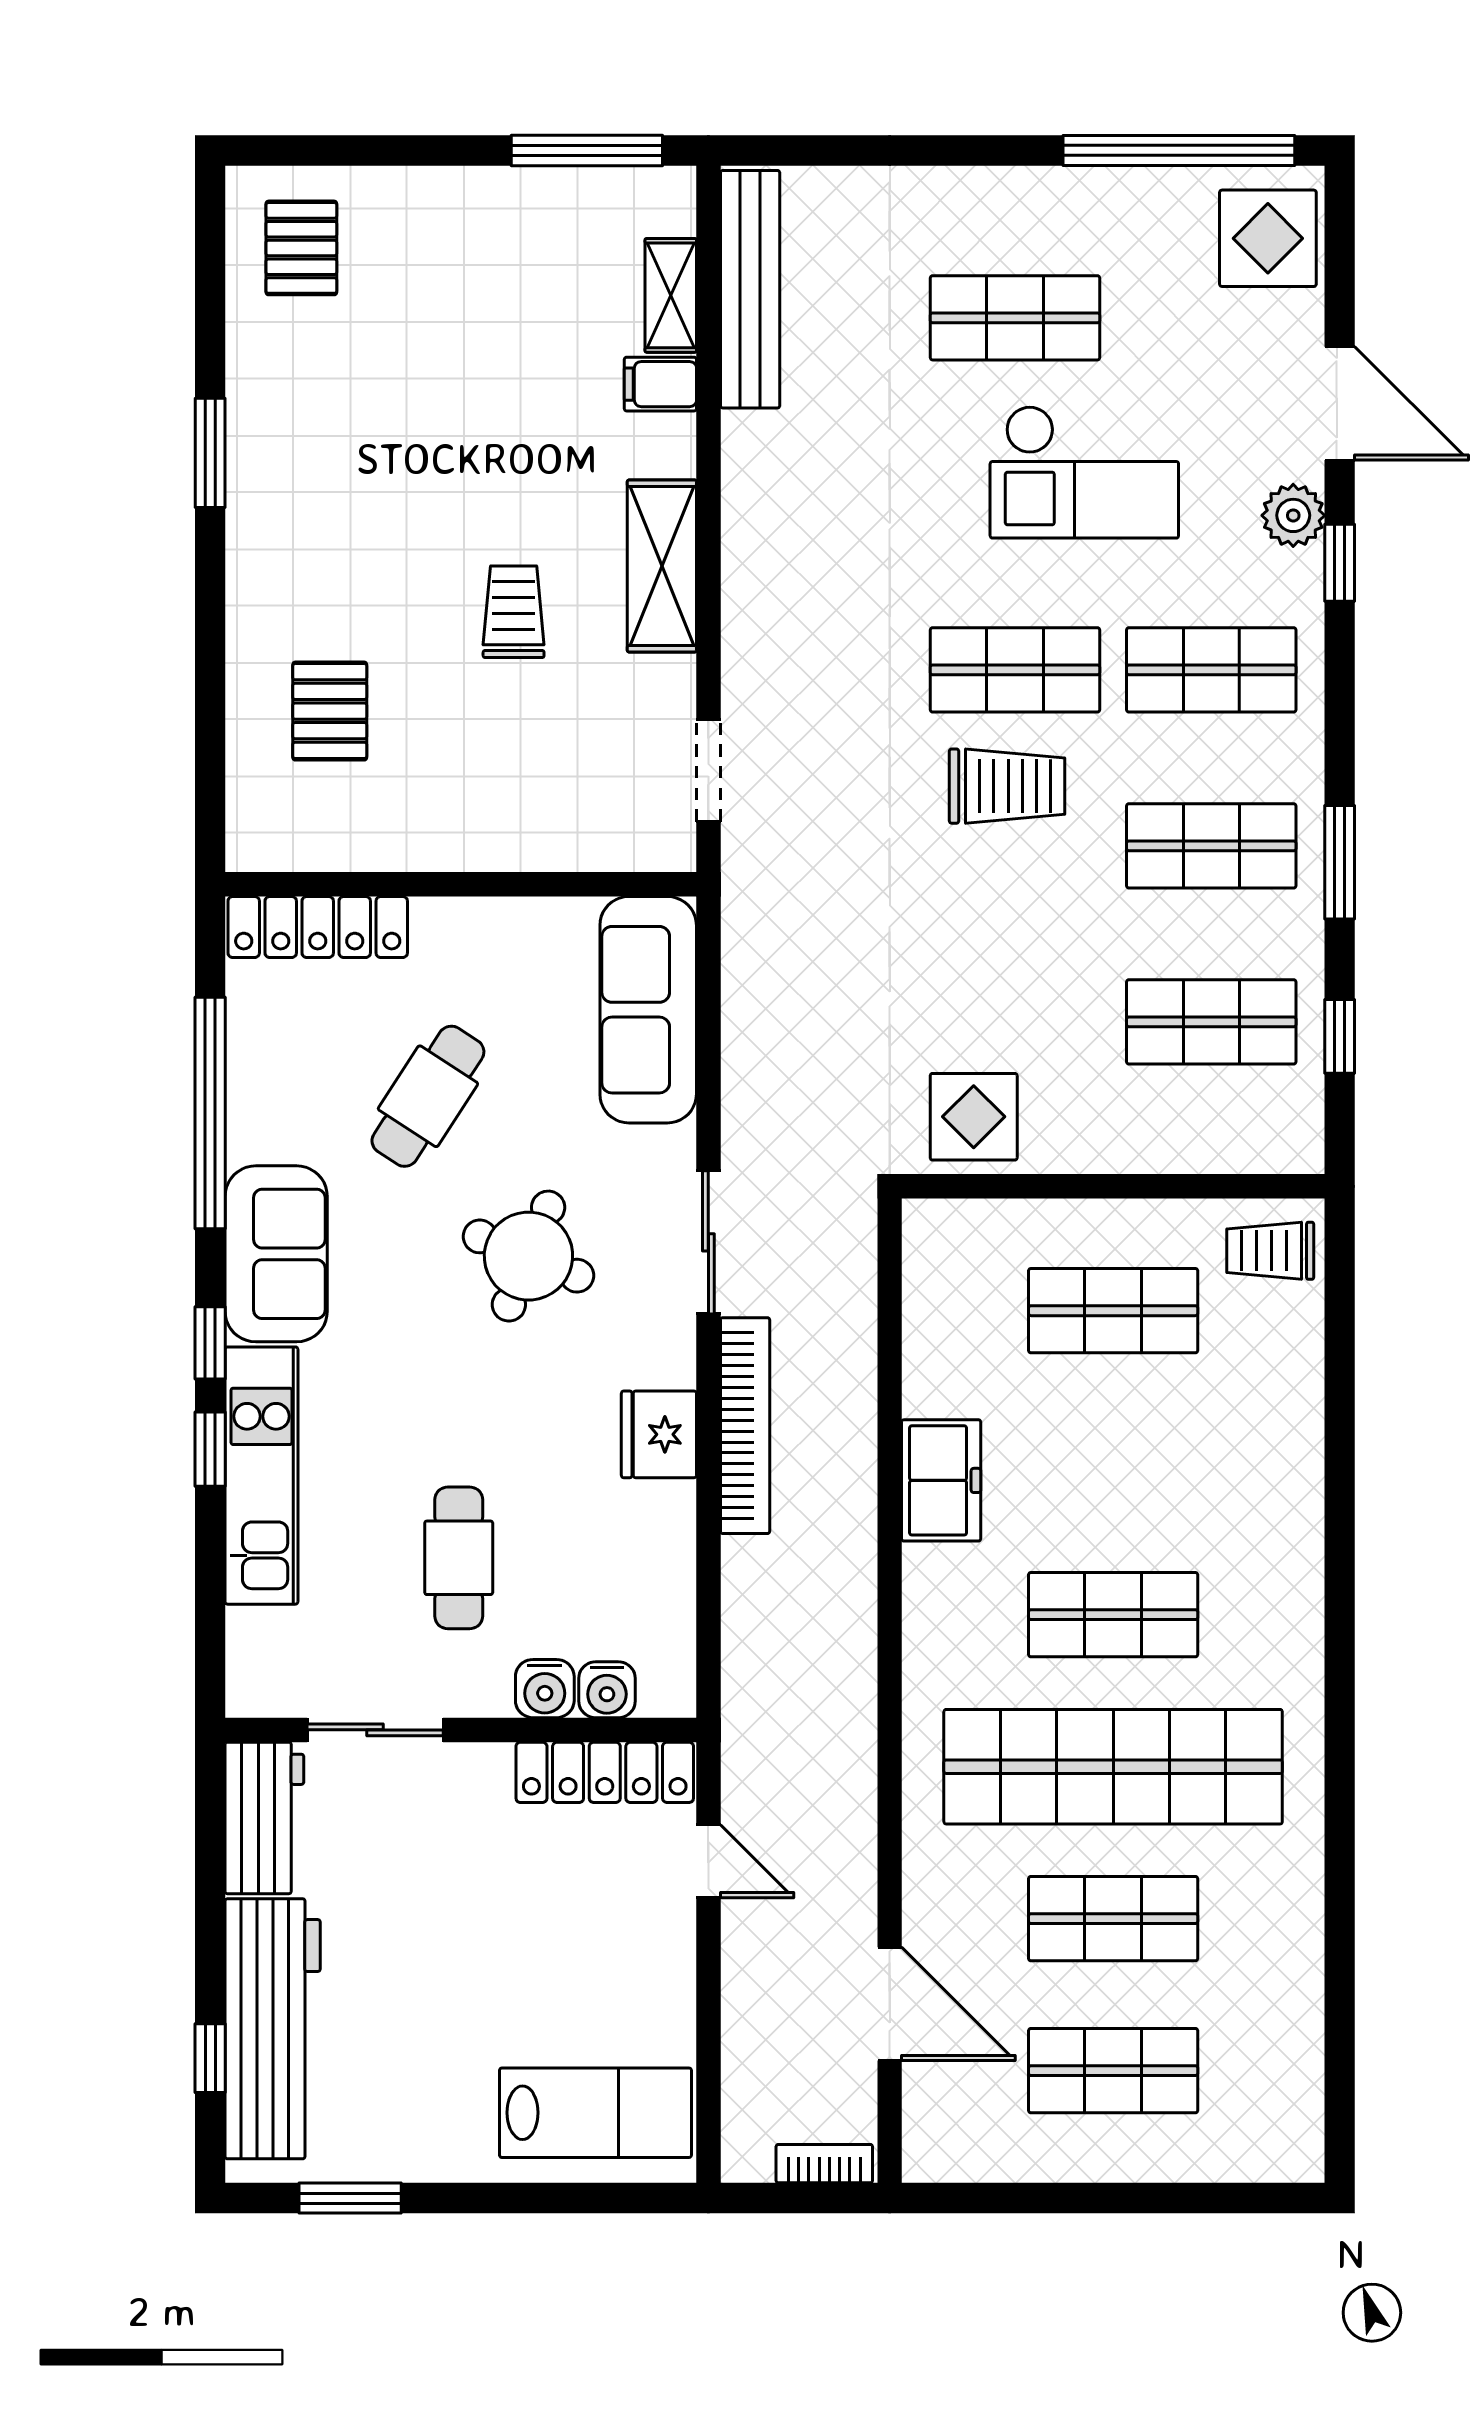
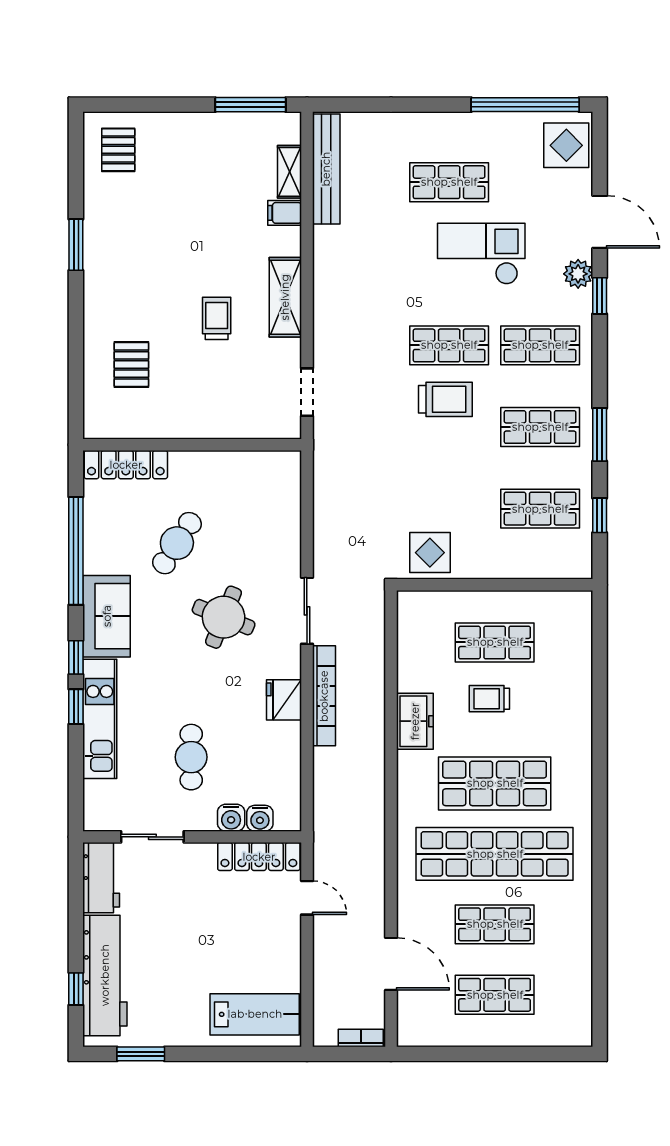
checkout: (1084, 472) -> (481, 254), turned 180
sofa: (648, 1010) -> (279, 503), removed
trolley: (1270, 1251) -> (489, 699), moved
shop shelf: (1113, 1615) -> (495, 783), width x1.43, depth x1.36

